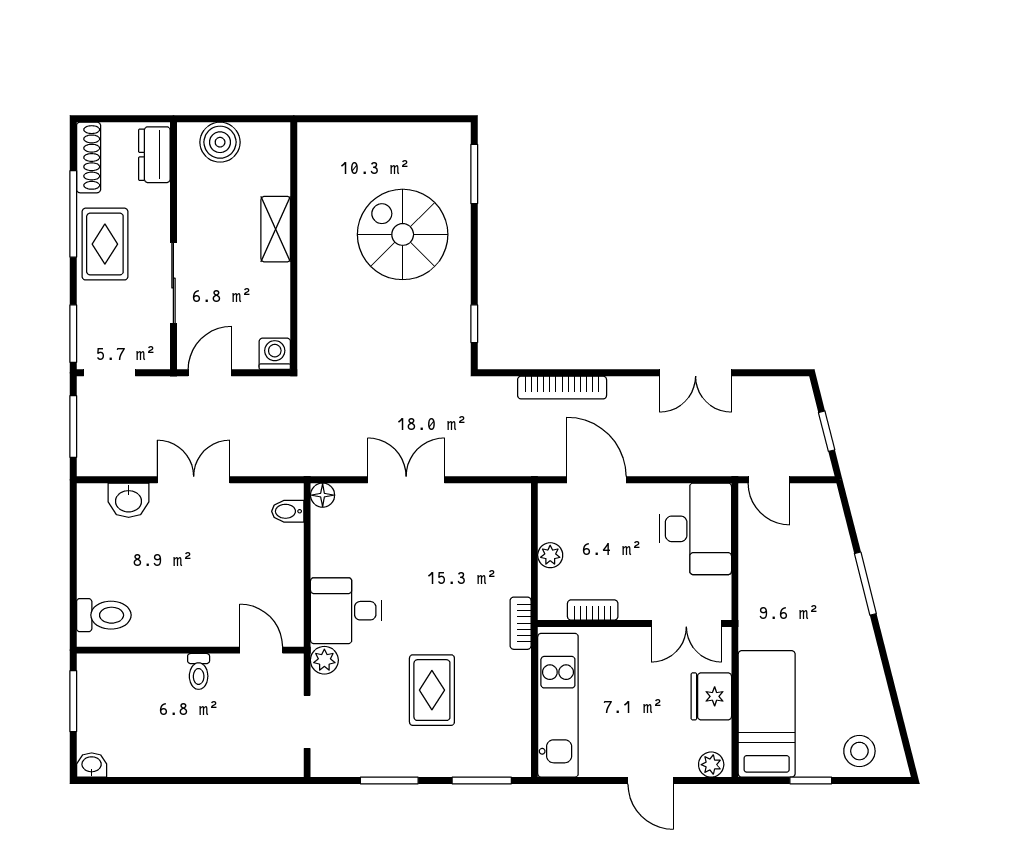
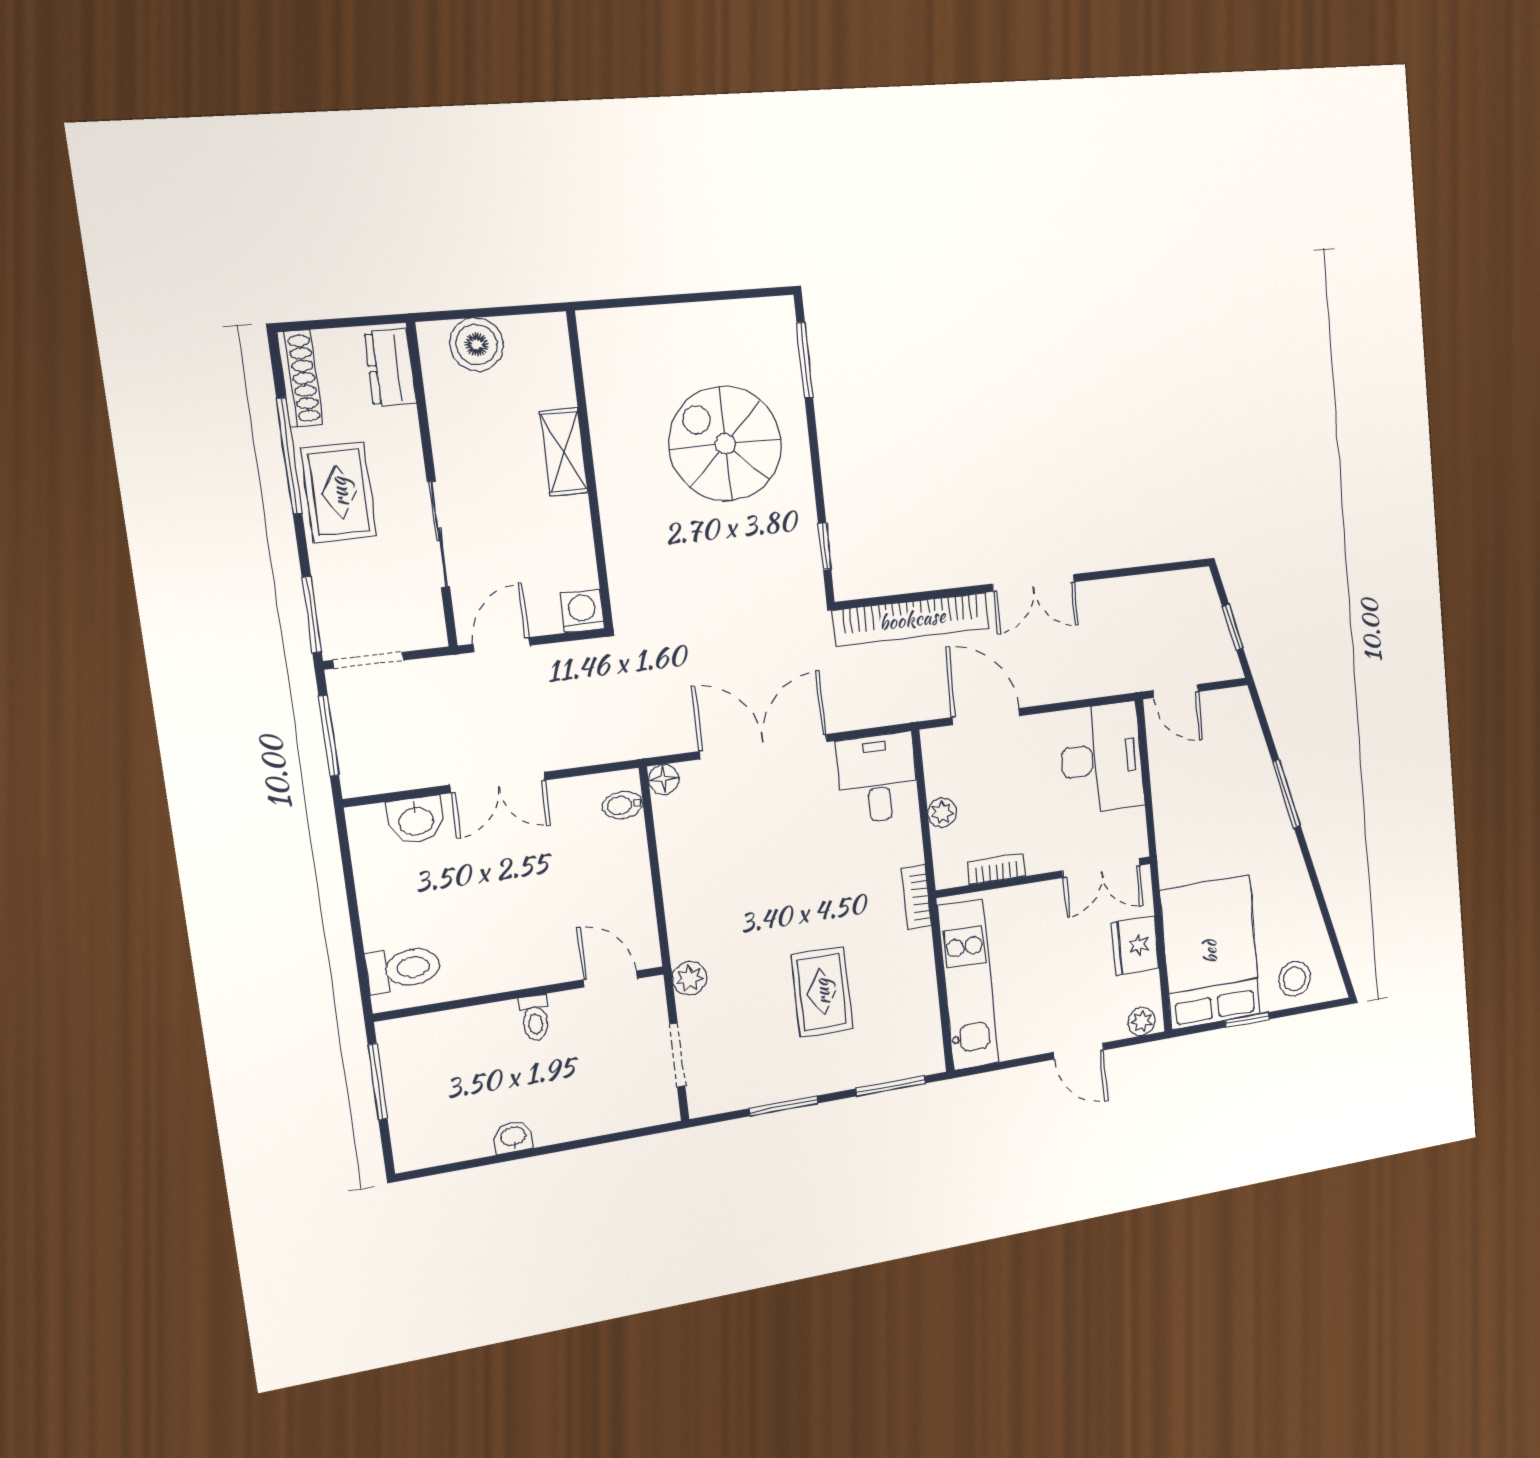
double door: (696, 373) -> (1034, 583), moved
bookcase: (562, 388) -> (912, 619), width x1.48, depth x1.31
double door: (194, 480) -> (498, 782), swing flipped
double door: (406, 480) -> (764, 747), width x1.37
desk: (346, 611) -> (878, 778), moved, turned 90
bed: (767, 714) -> (1210, 952), width x1.50
washbasin: (92, 765) -> (513, 1137), moved

